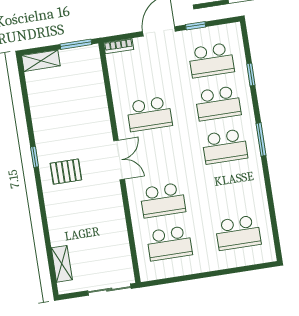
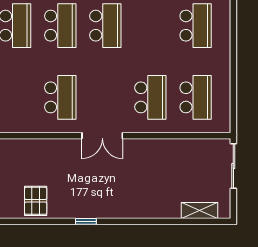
double door: (119, 160) -> (102, 136), swing flipped
pallet: (66, 172) -> (36, 201), moved

